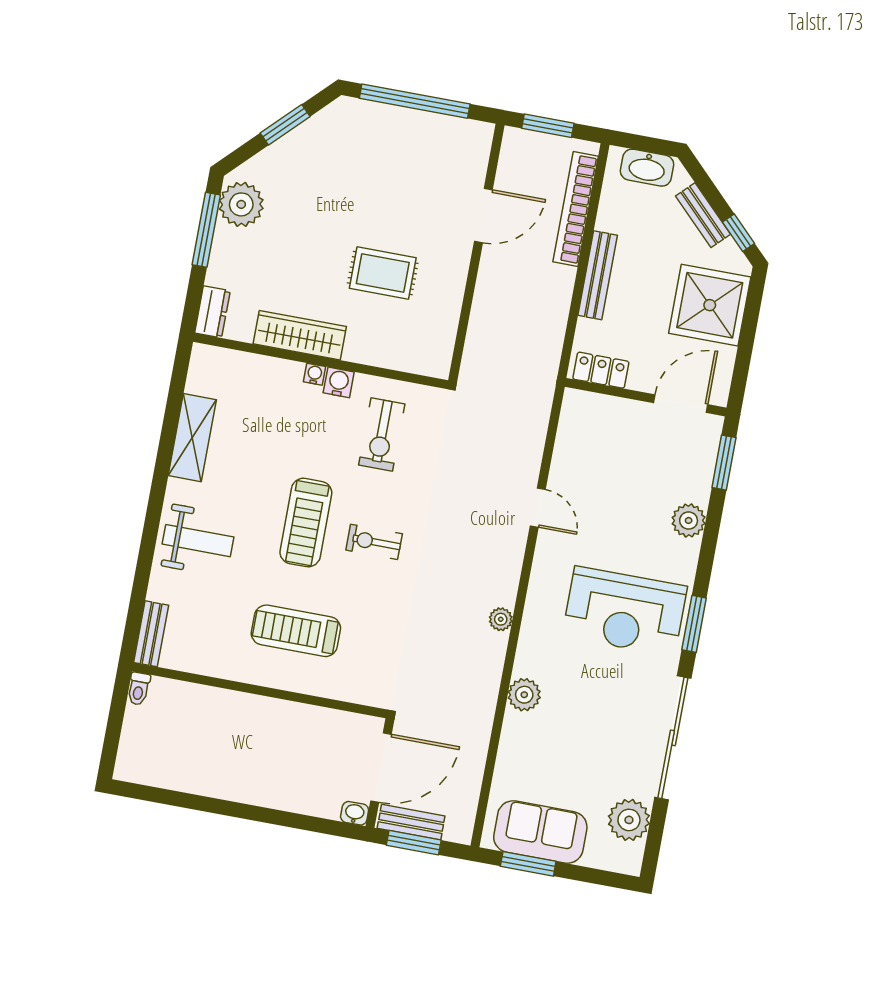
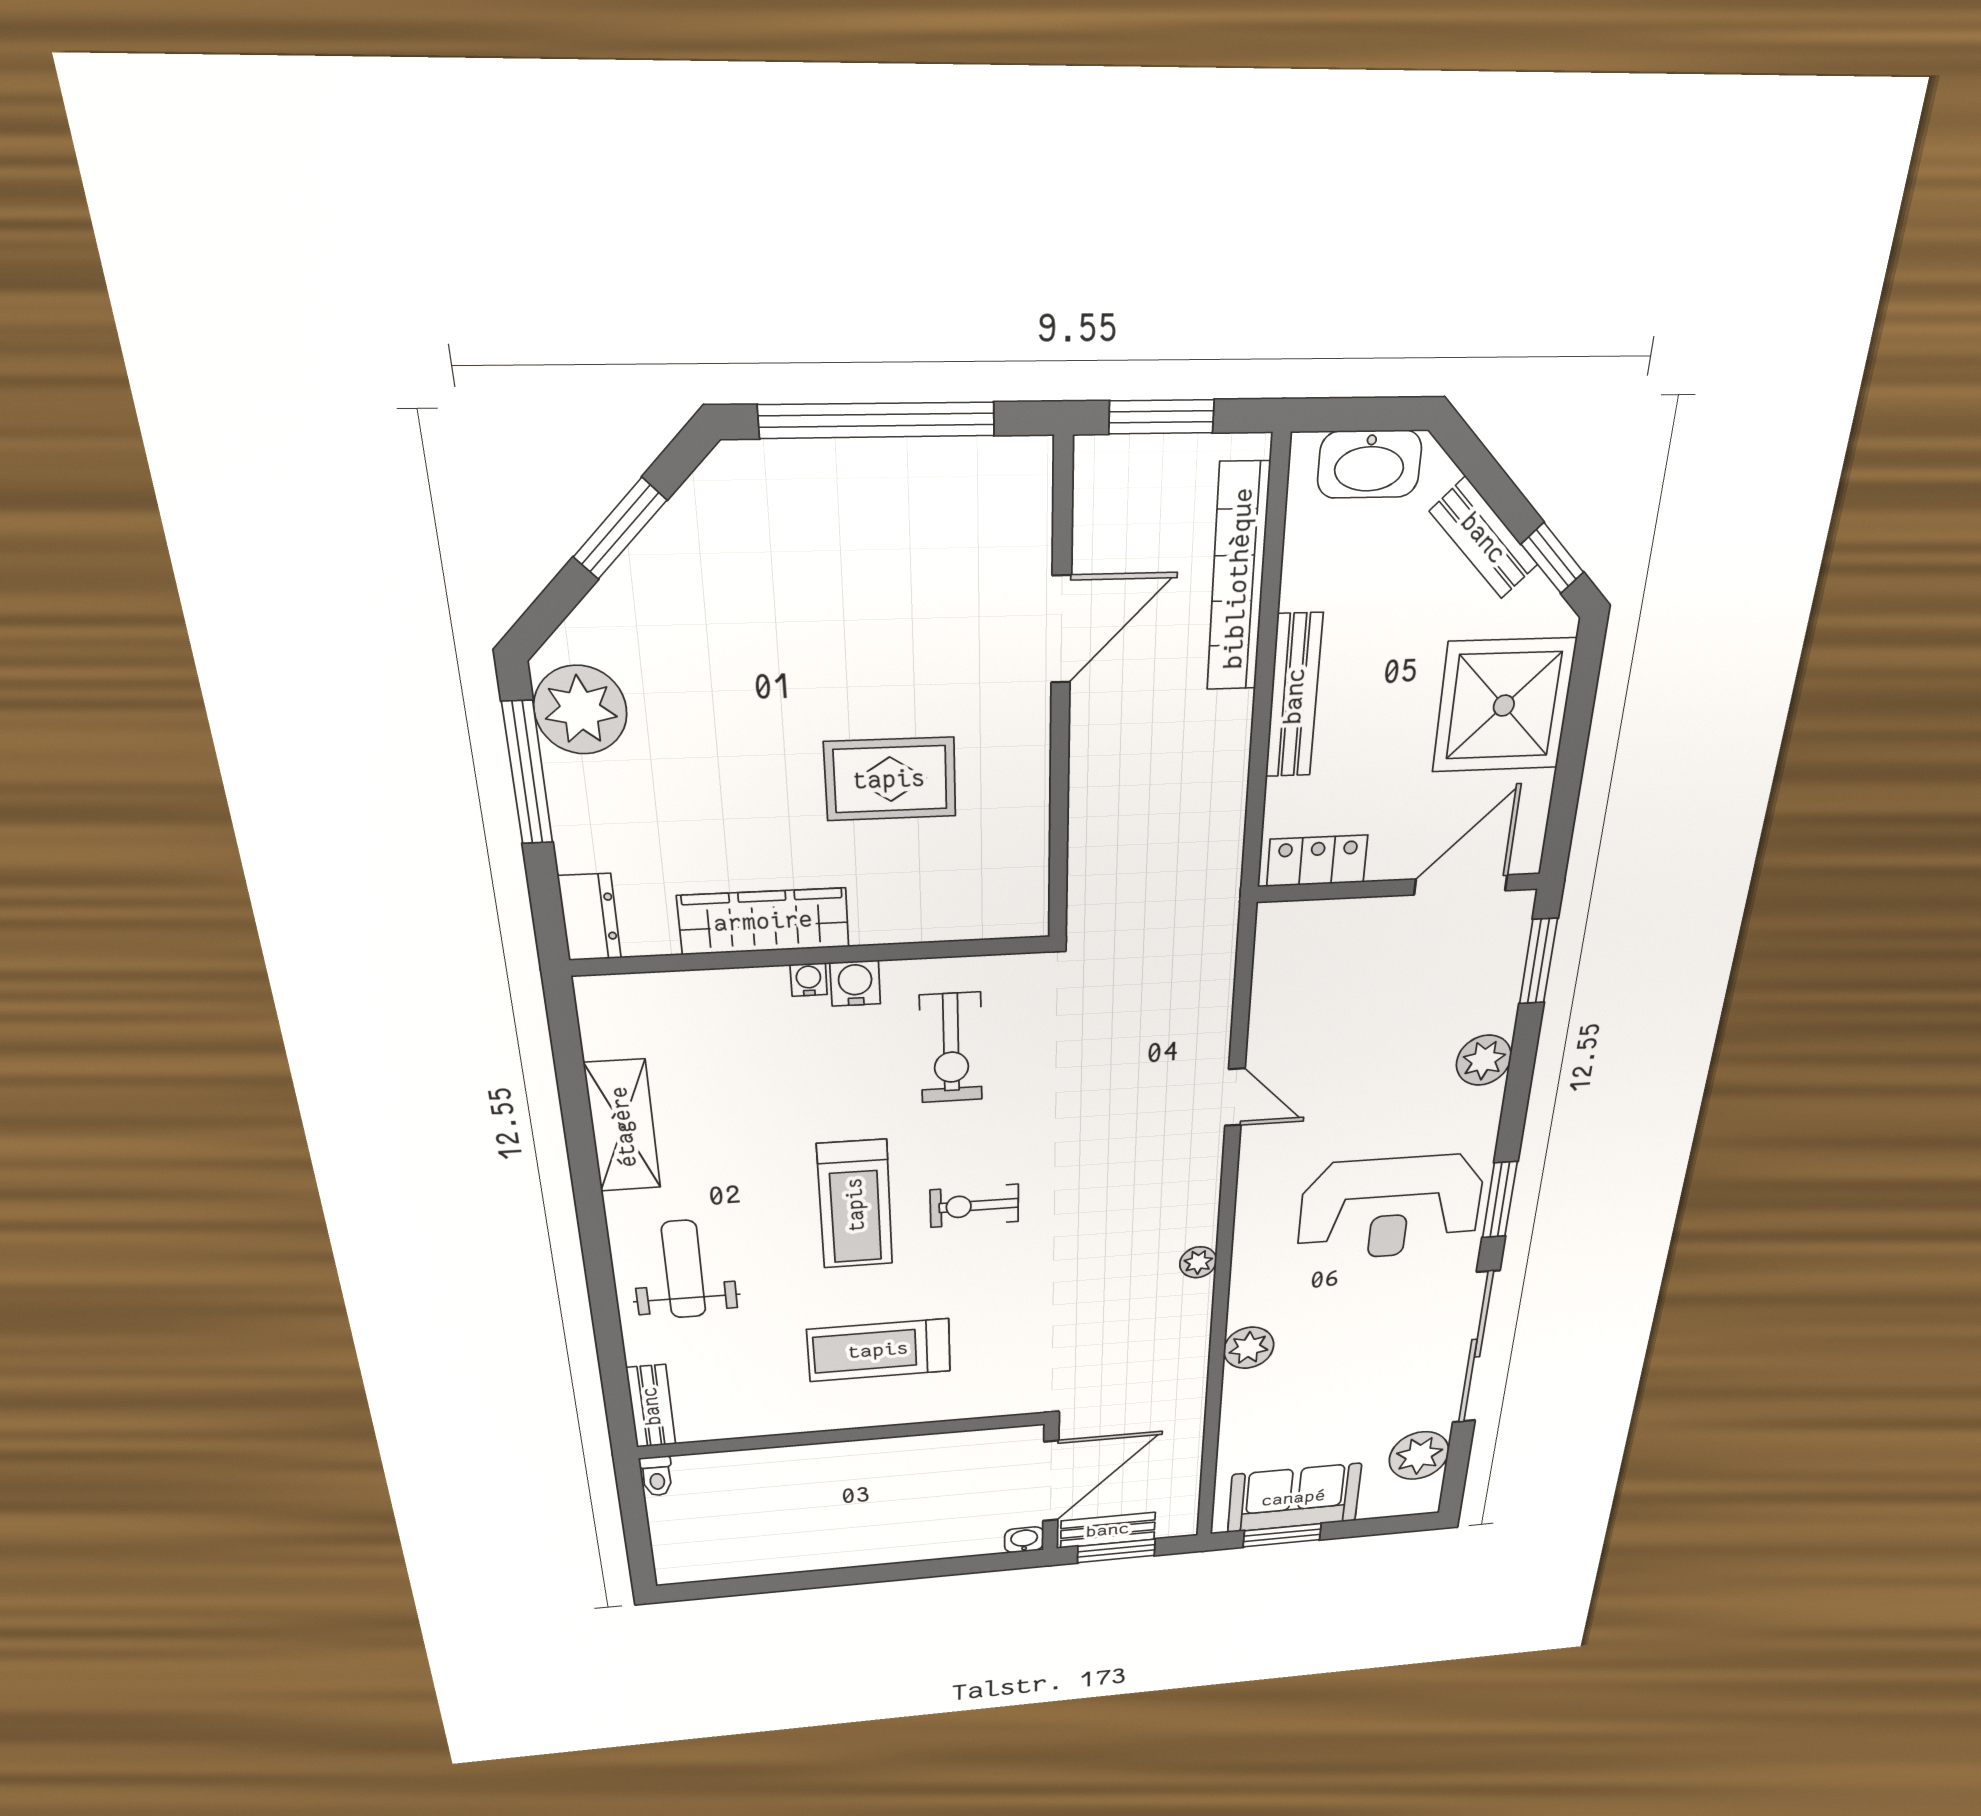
weight bench: (198, 541) -> (684, 1269), turned -90

